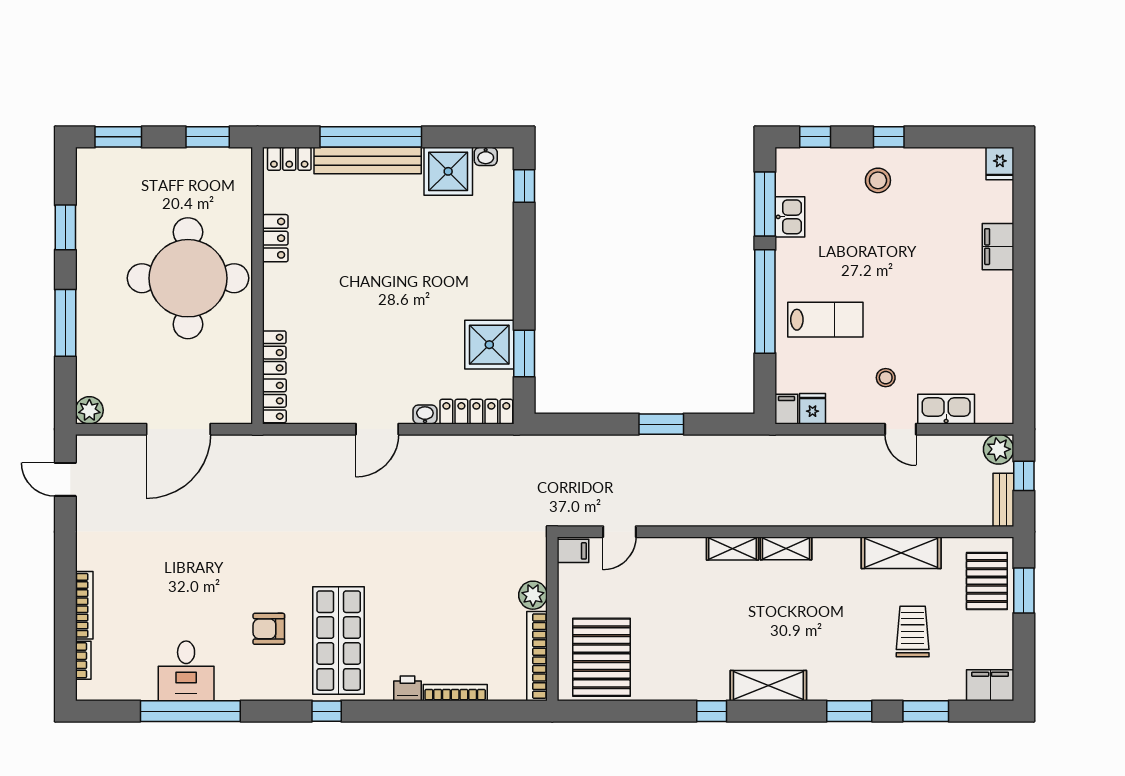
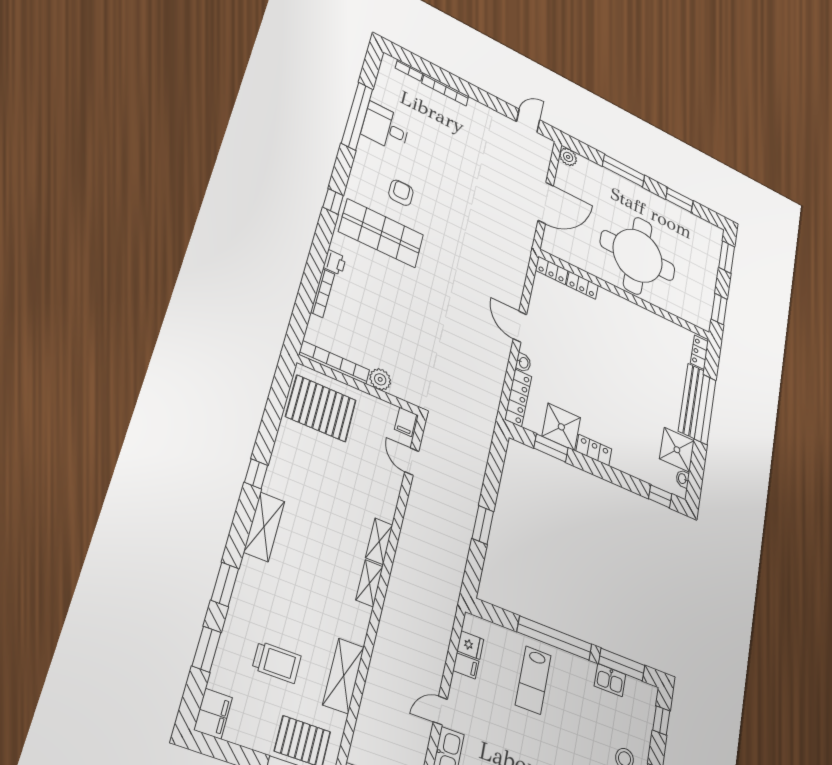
locker: (275, 238) -> (594, 450), moved, turned 180
stool: (886, 378) -> (482, 713), removed
filing cabinet: (786, 409) -> (466, 666), moved
door: (178, 429) -> (546, 203), swing flipped

